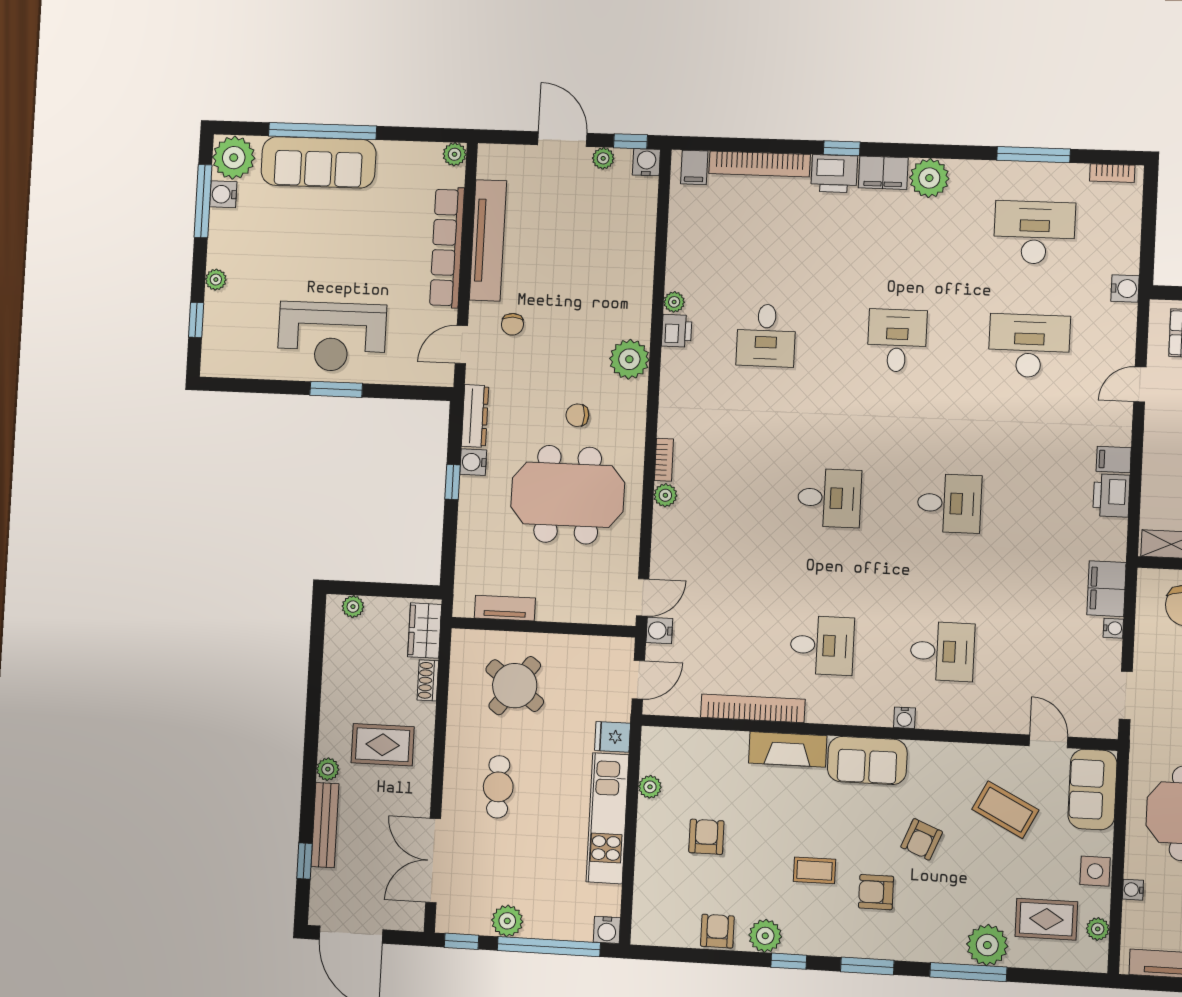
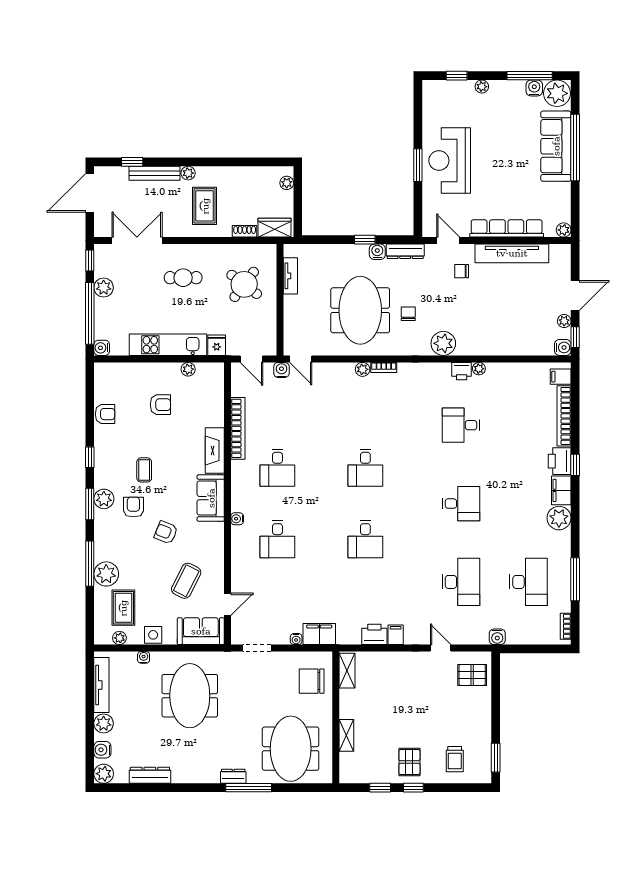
plant: (765, 936) -> (104, 499), moved

